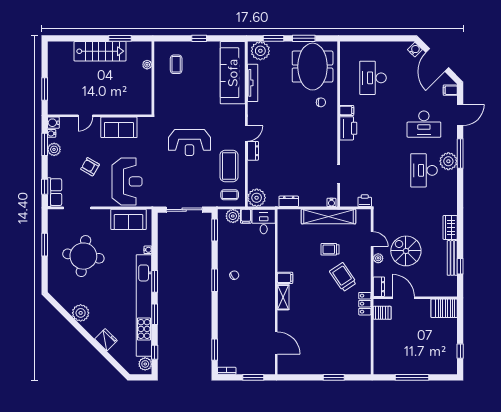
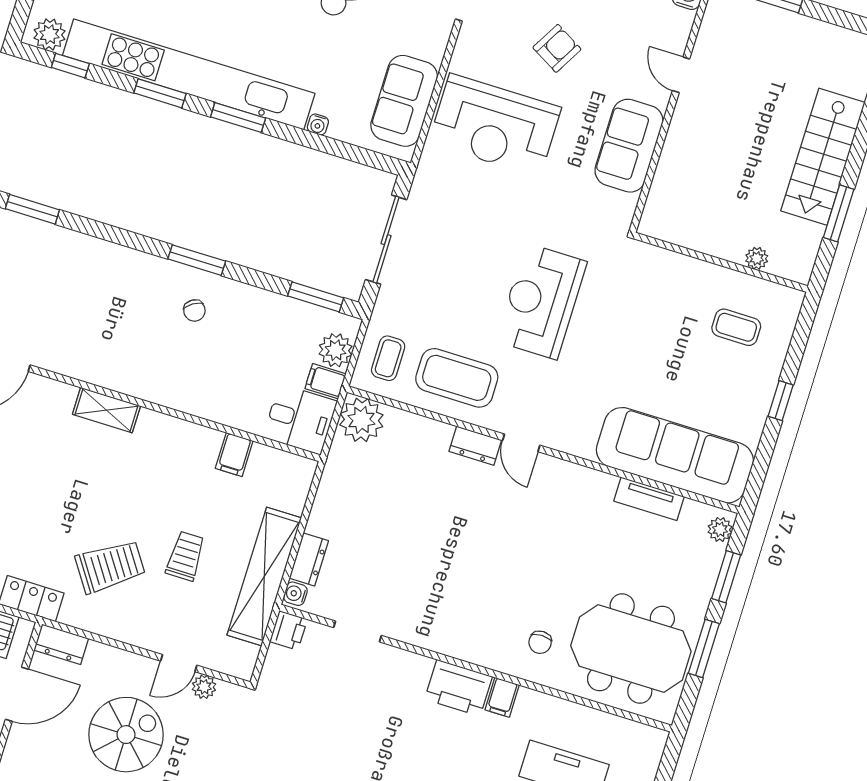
plant: (260, 51) -> (720, 529), width x0.53, depth x0.53
tv unit: (253, 83) -> (649, 499), width x0.71
dresser: (289, 201) -> (309, 559), moved
printer: (365, 201) -> (288, 630), moved
plant: (378, 258) -> (204, 687), moved
filing cabinet: (285, 278) -> (234, 455), moved

